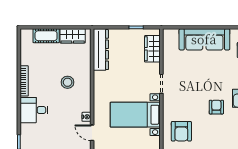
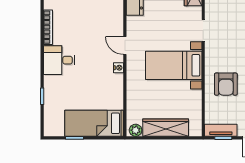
stool: (68, 82) -> (97, 29), removed
door: (92, 133) -> (125, 46), moved

